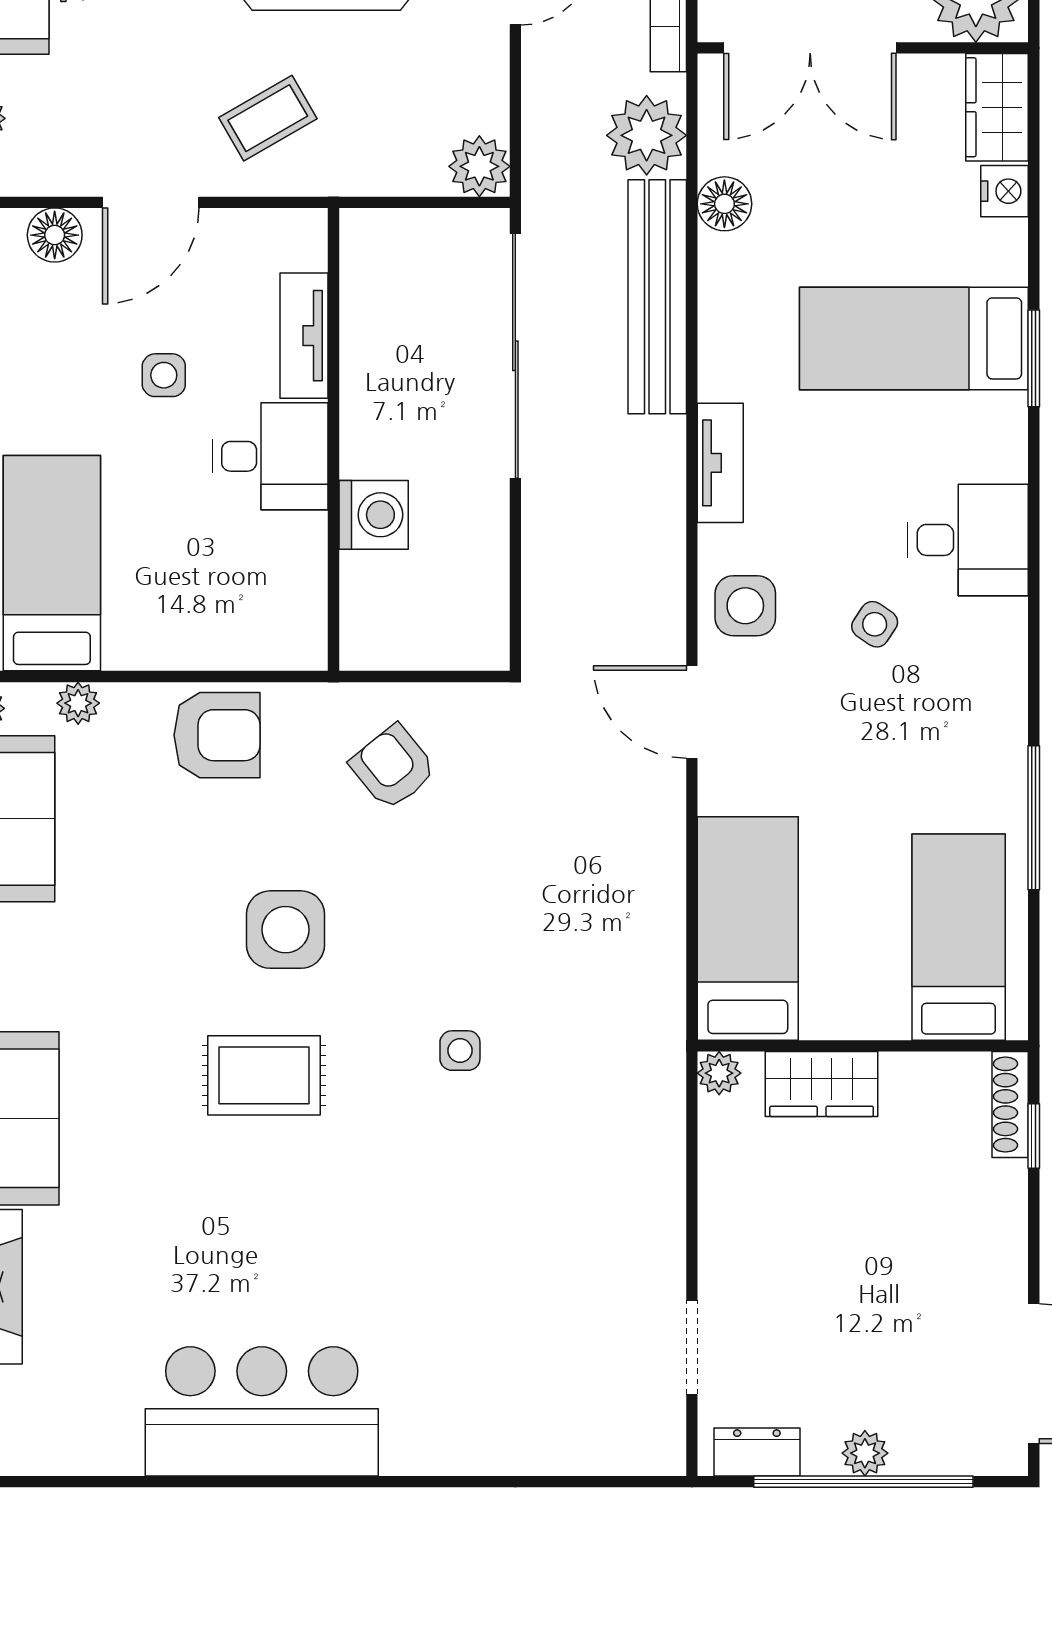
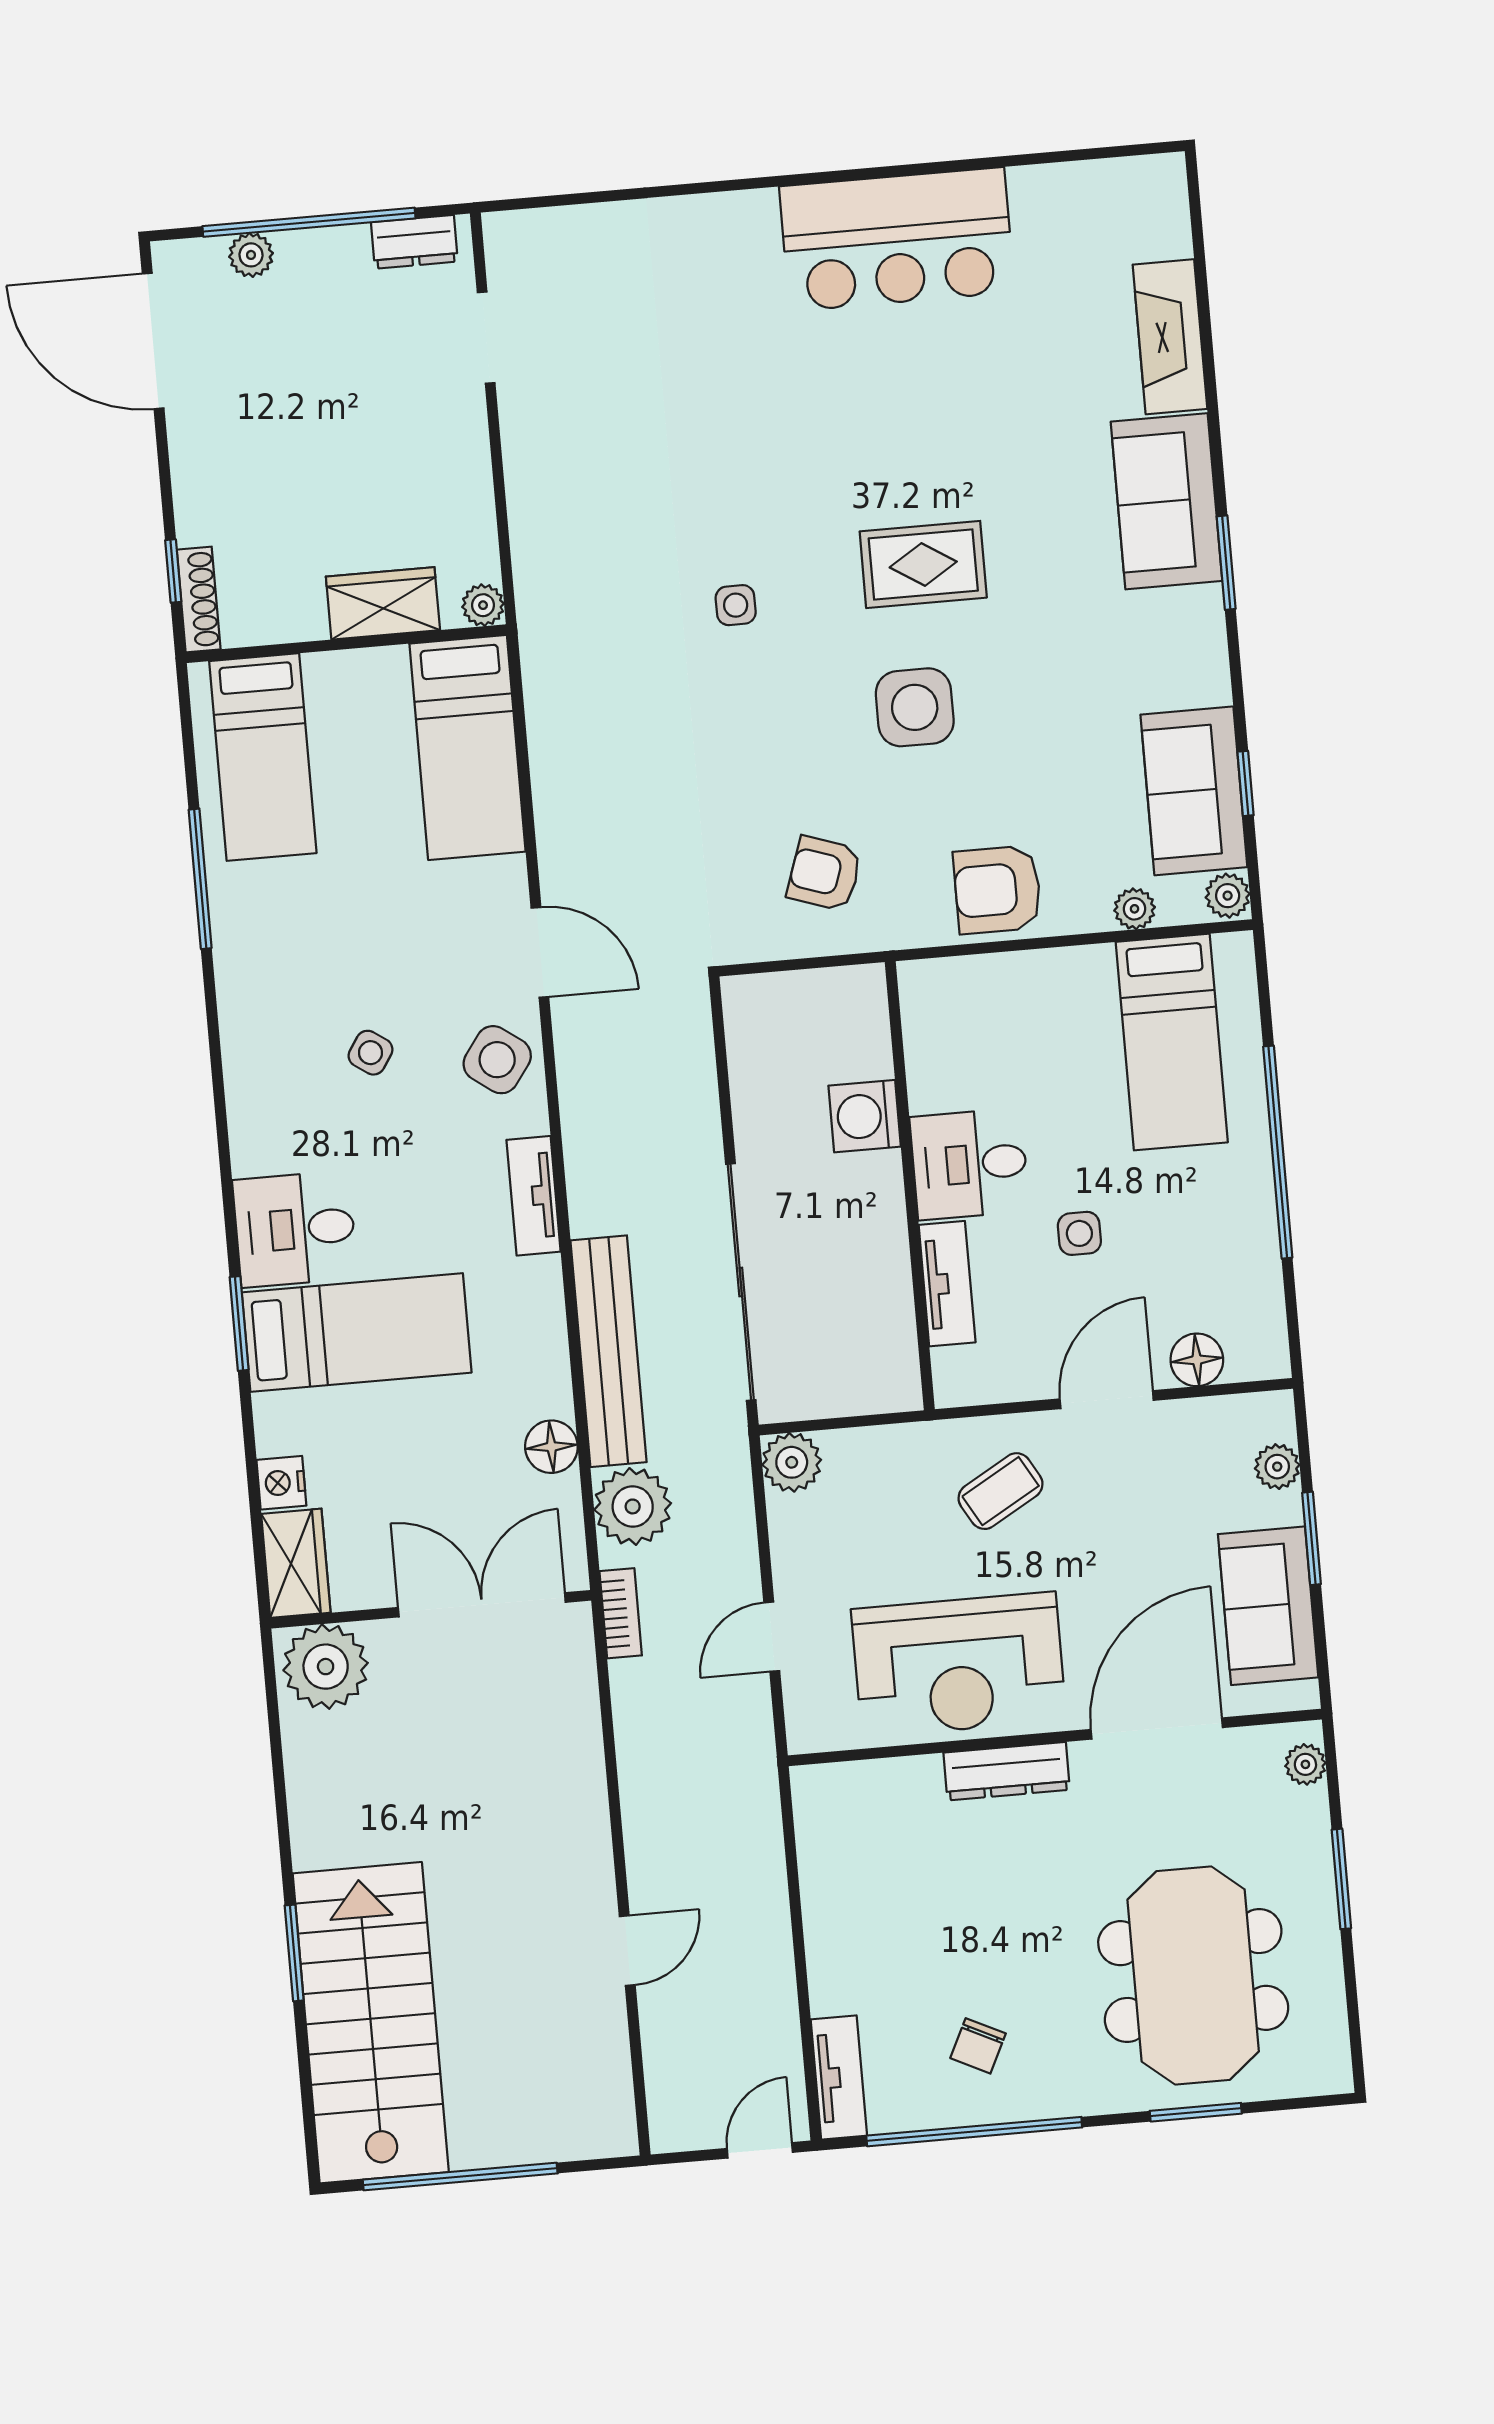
desk: (968, 540) -> (295, 1229), moved
side table: (745, 606) -> (497, 1060), turned 36
armchair: (393, 767) -> (824, 874), turned 148
plant: (865, 1453) -> (251, 255), moved

